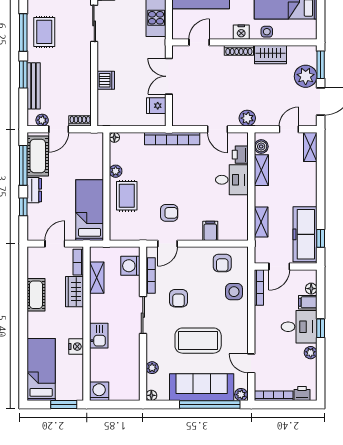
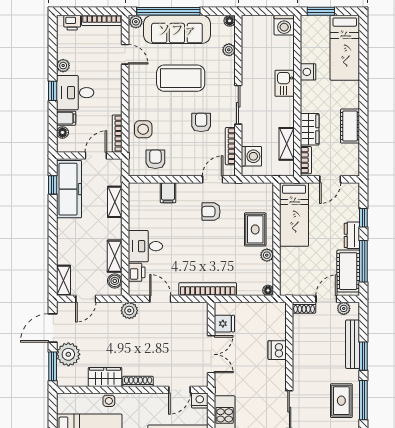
nightstand: (241, 32) -> (200, 400), moved

